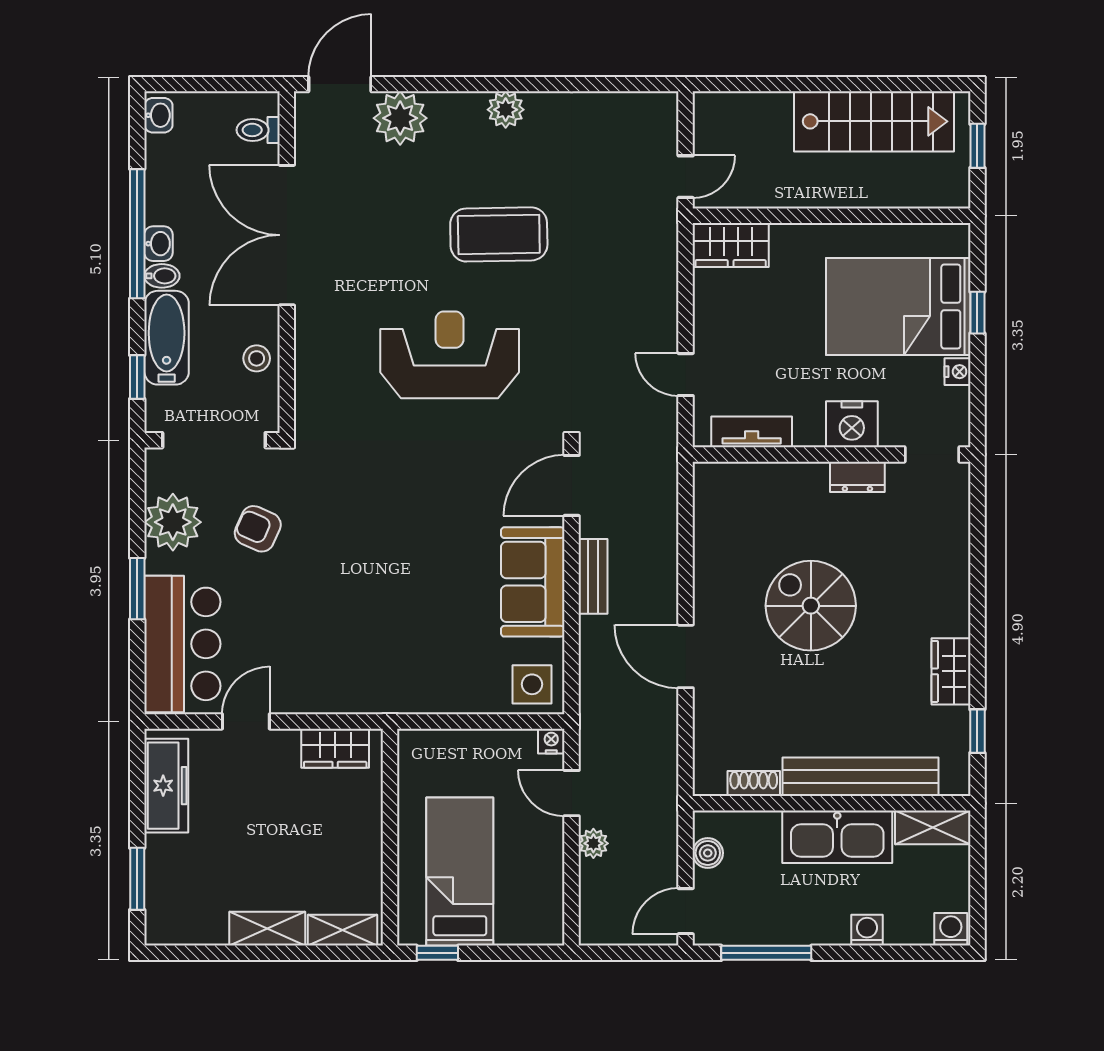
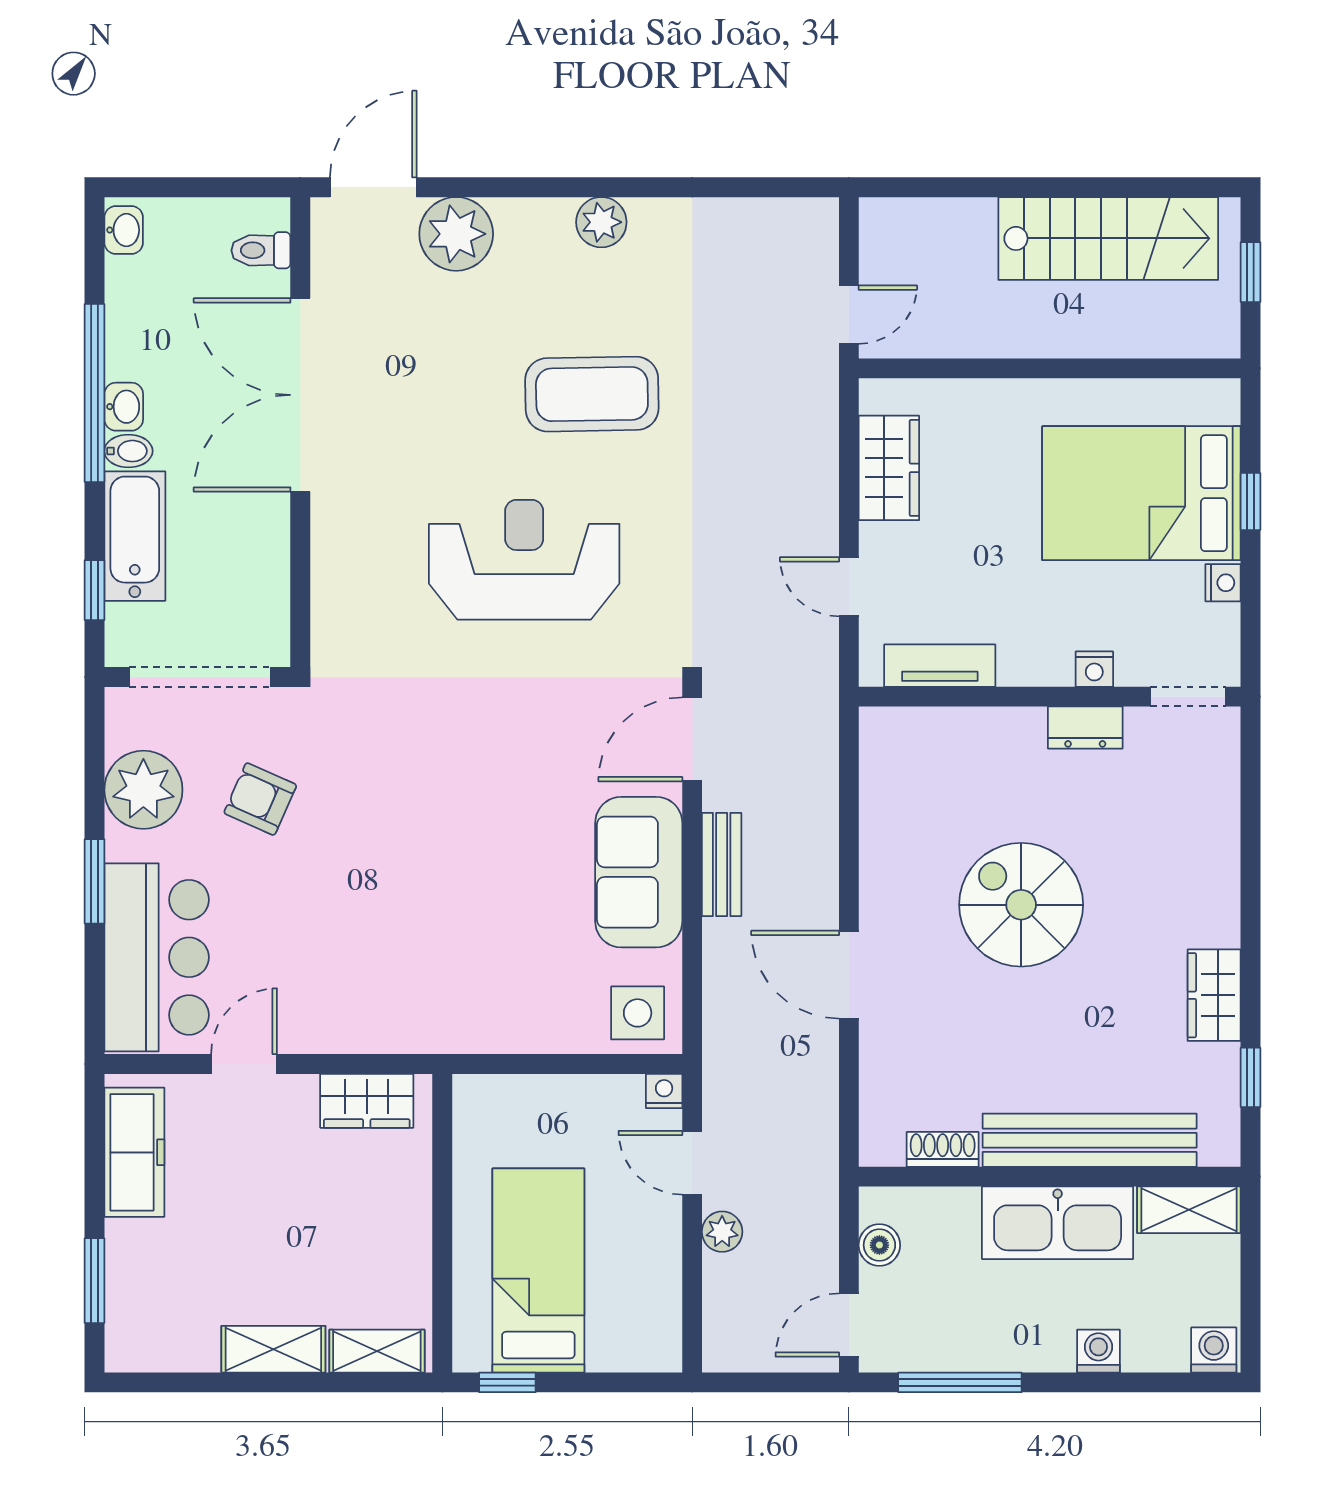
wardrobe: (731, 245) -> (889, 468), moved, turned -90
stool: (257, 358) -> (259, 565), removed
nightstand: (852, 424) -> (1094, 669), width x0.53, depth x0.56

